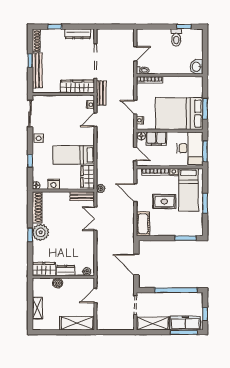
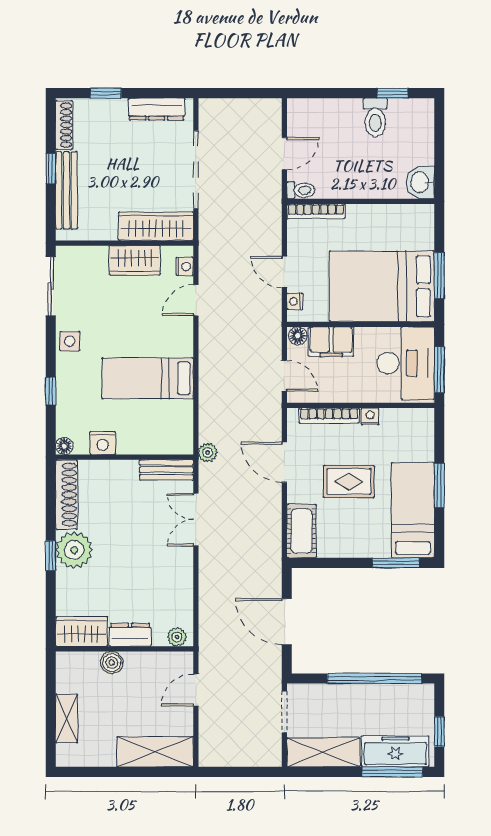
bench: (101, 93) -> (209, 241), removed
wardrobe: (88, 177) -> (135, 260), moved, turned -90
bed: (188, 190) -> (413, 510), moved, turned 180

